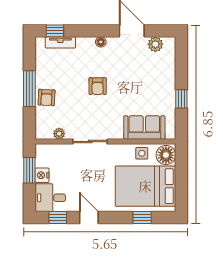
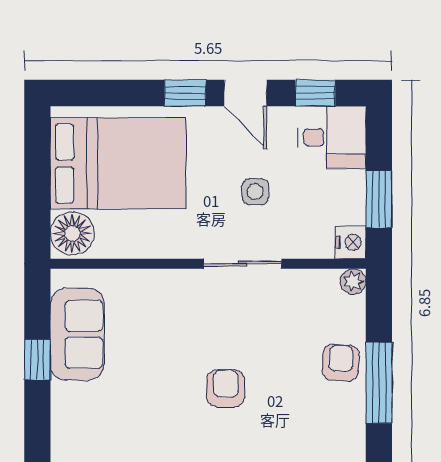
sofa: (144, 127) -> (77, 334), moved, turned -90
plant: (59, 134) -> (353, 282), moved
side table: (142, 153) -> (255, 192), moved
nightstand: (42, 175) -> (351, 242), moved
window: (142, 217) -> (185, 93), moved

